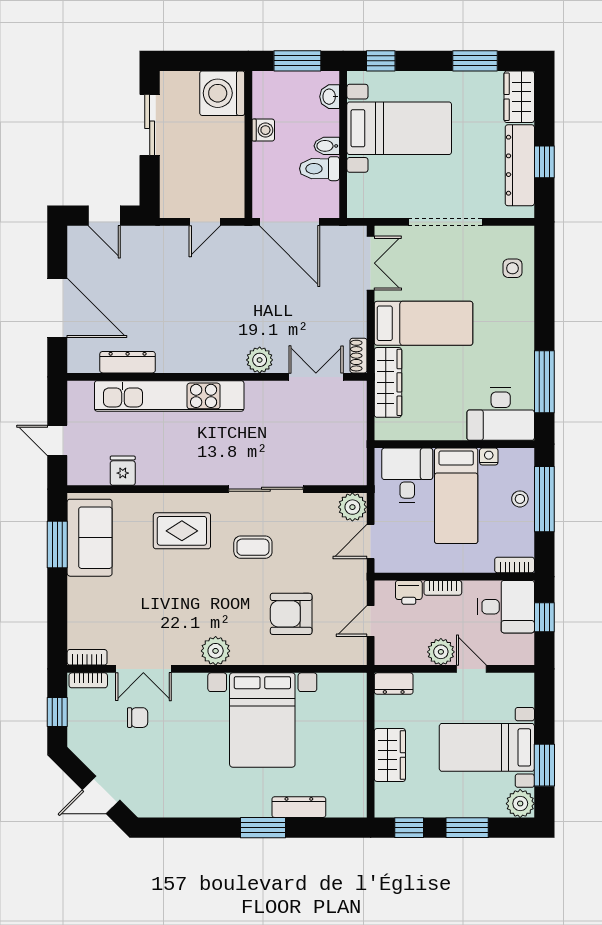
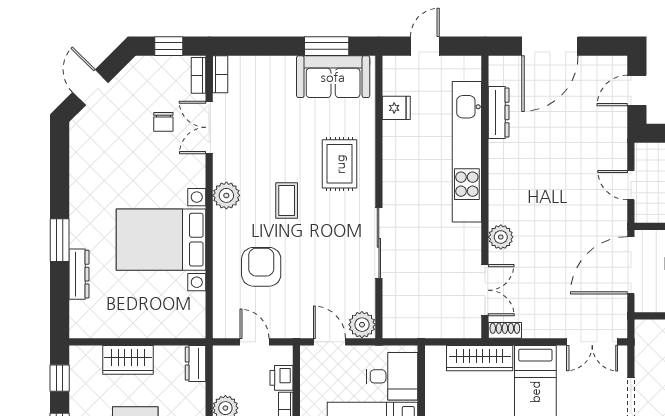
coffee table: (253, 547) -> (287, 201), moved

